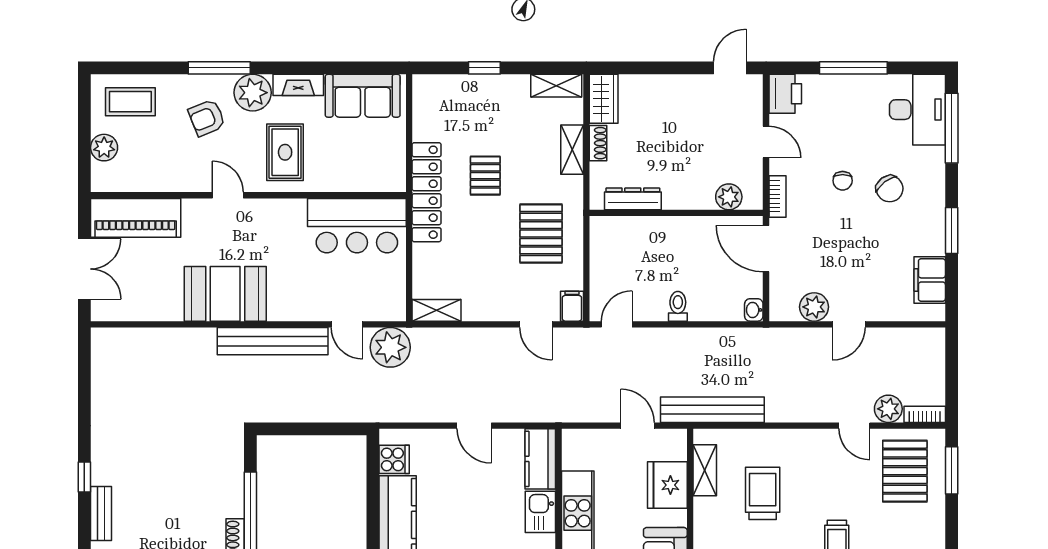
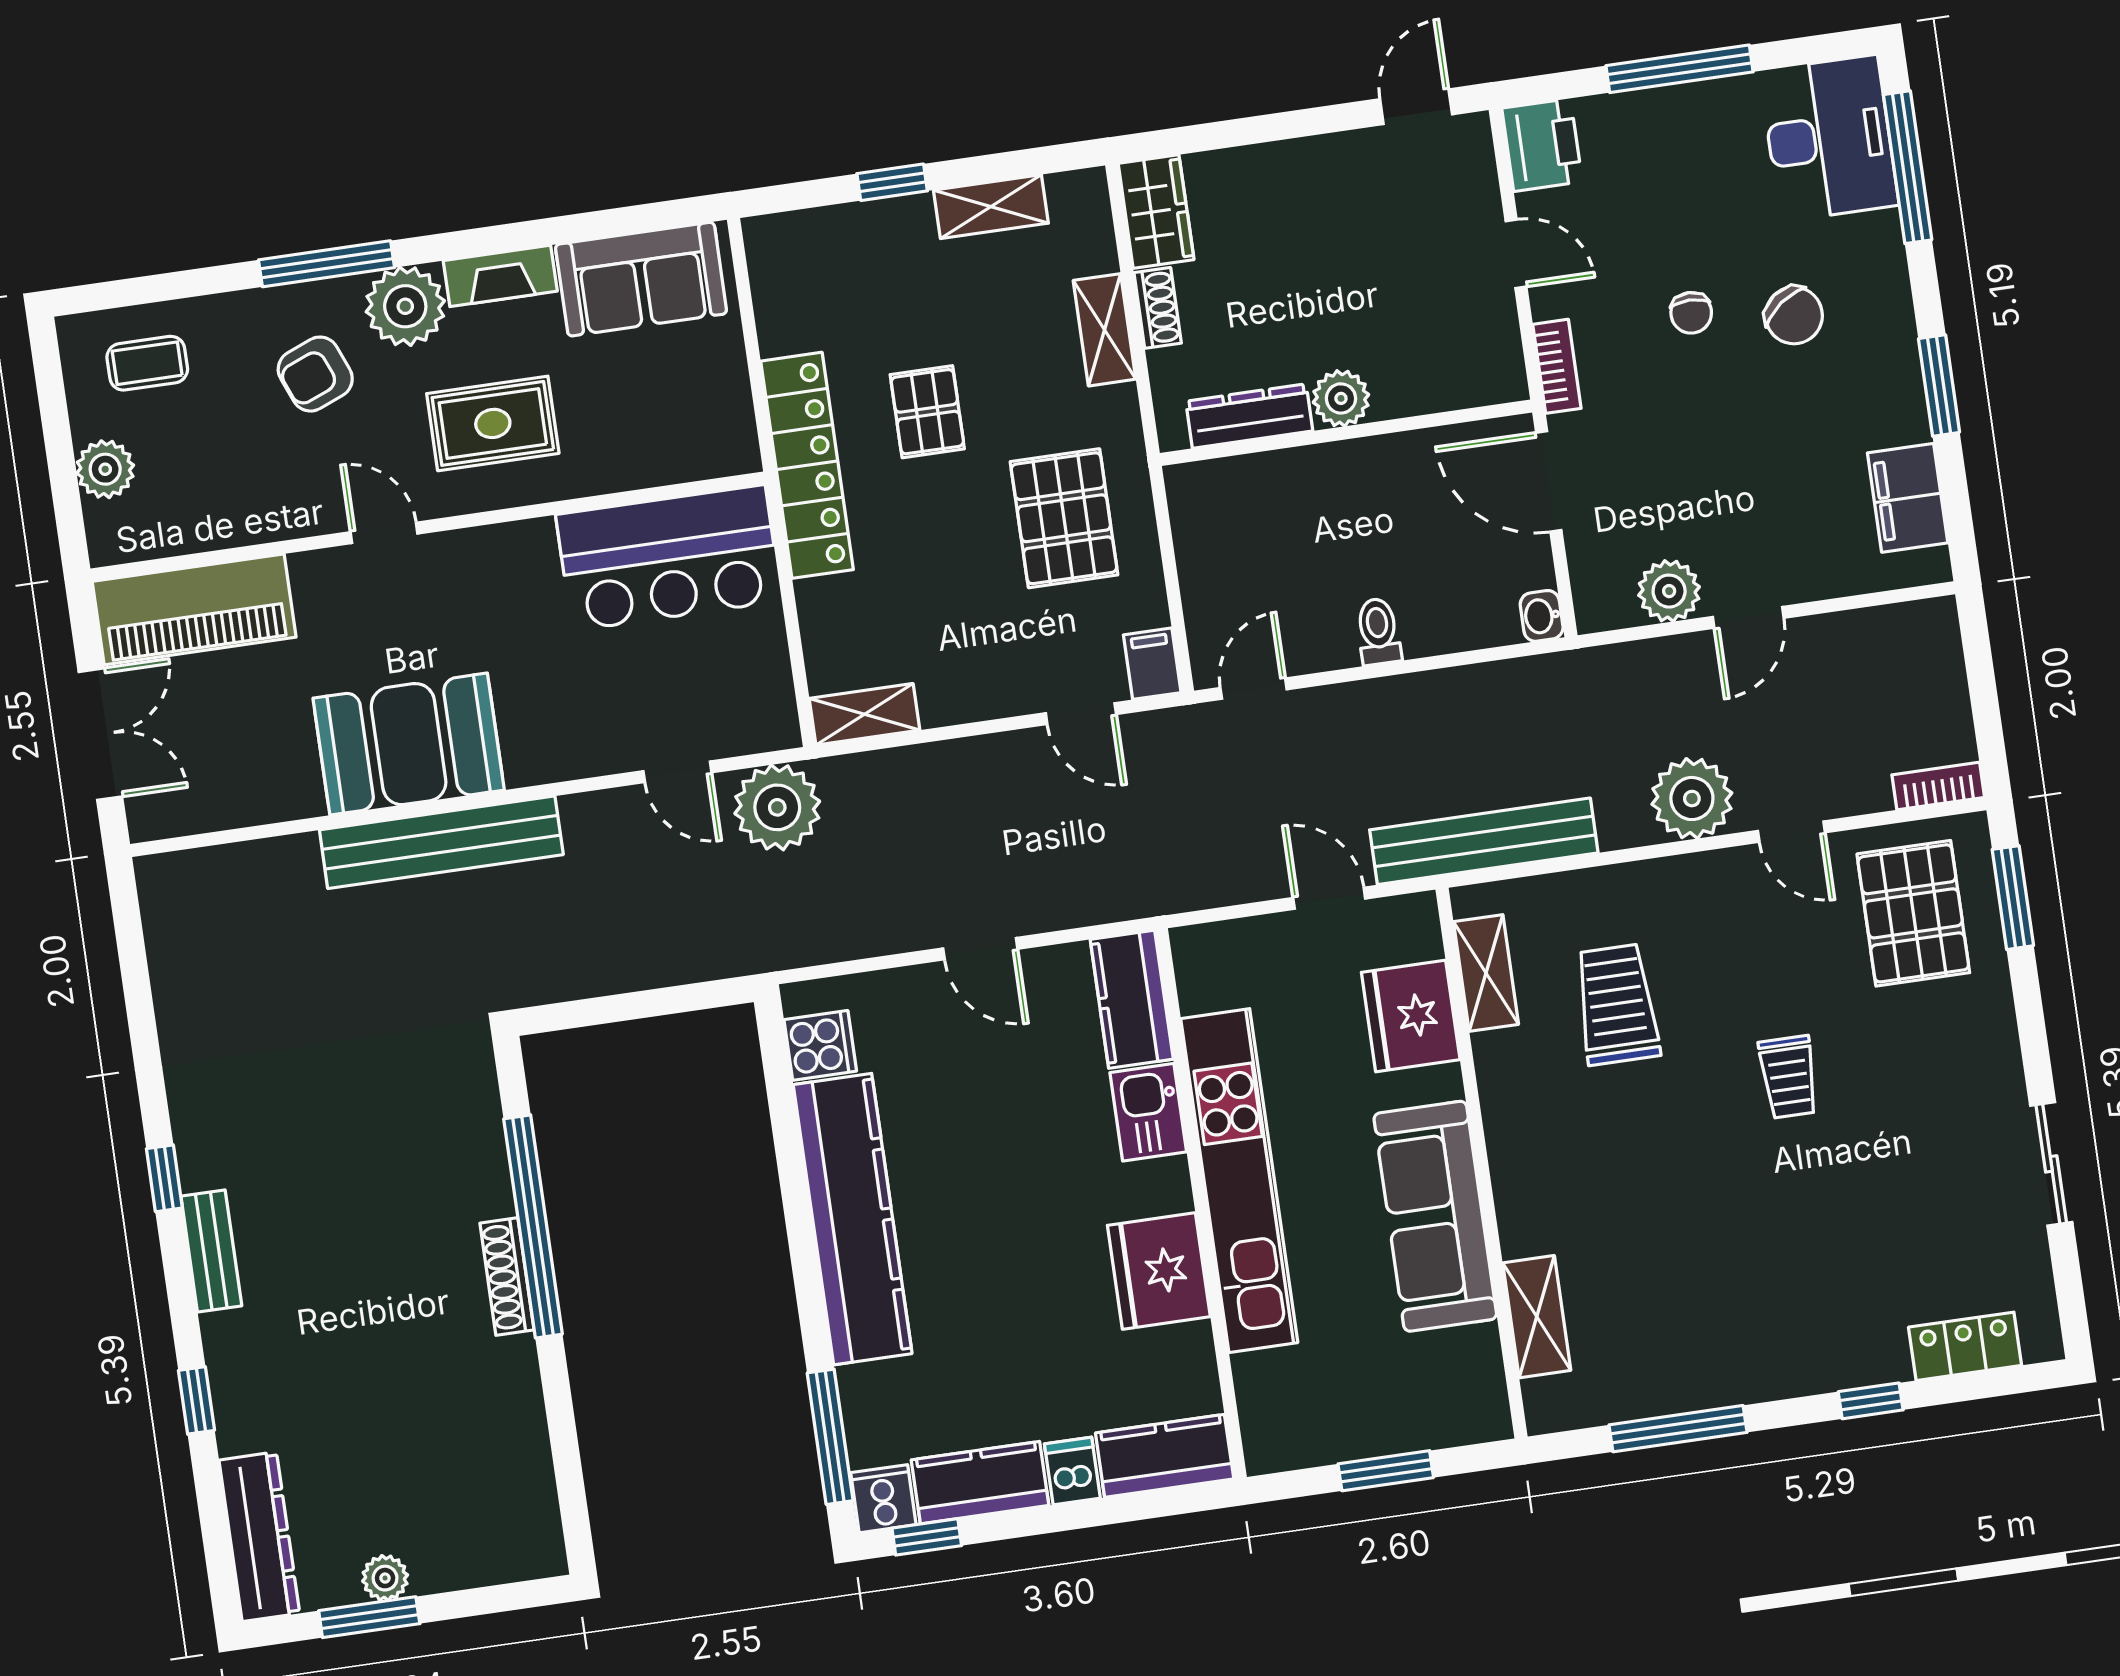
shelving: (556, 86) -> (991, 207), moved
coffee table: (130, 102) -> (147, 363), width x0.73, depth x0.77
rug: (285, 152) -> (493, 423), turned 90
plant: (729, 197) -> (1341, 398), moved
bench: (273, 341) -> (441, 842), moved
plant: (888, 409) -> (1692, 799), moved, width x1.36, depth x1.36

